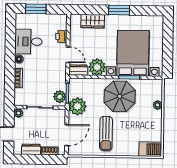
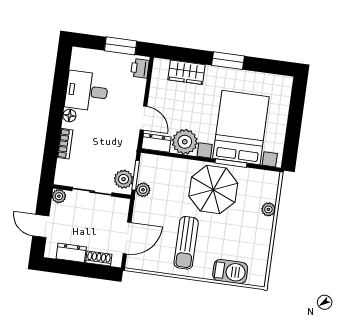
window: (36, 9) -> (121, 46), moved
printer: (61, 36) -> (140, 68), moved
plant: (77, 106) -> (143, 190), width x0.53, depth x0.53
barbecue: (150, 149) -> (230, 272), moved

